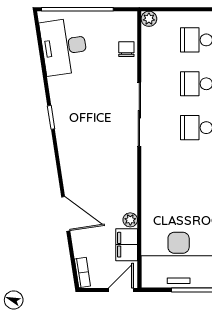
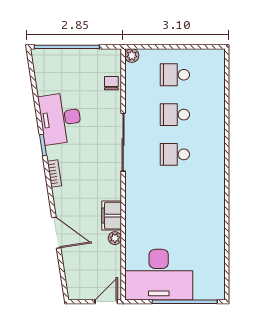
desk: (64, 47) -> (60, 118), moved
filing cabinet: (127, 245) -> (112, 216), moved
bookcase: (82, 272) -> (54, 173), moved

